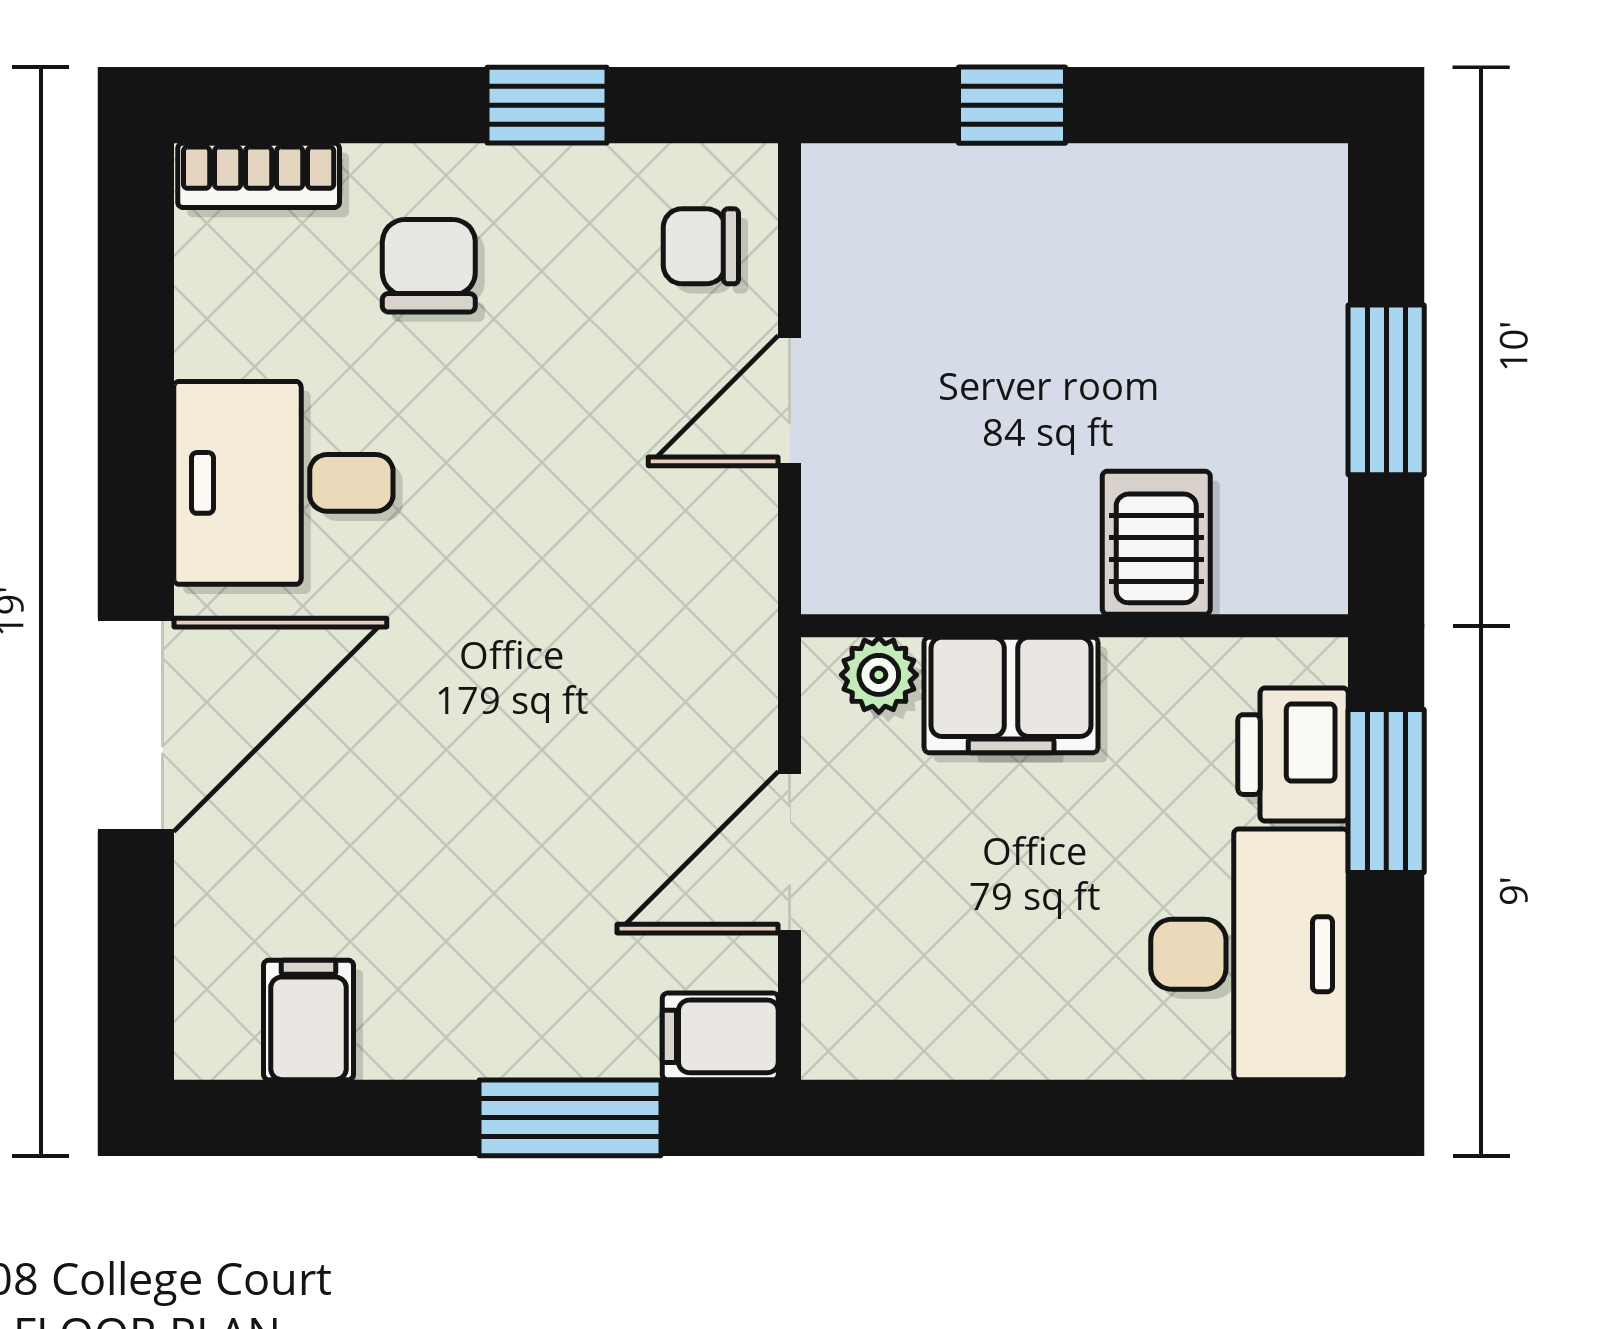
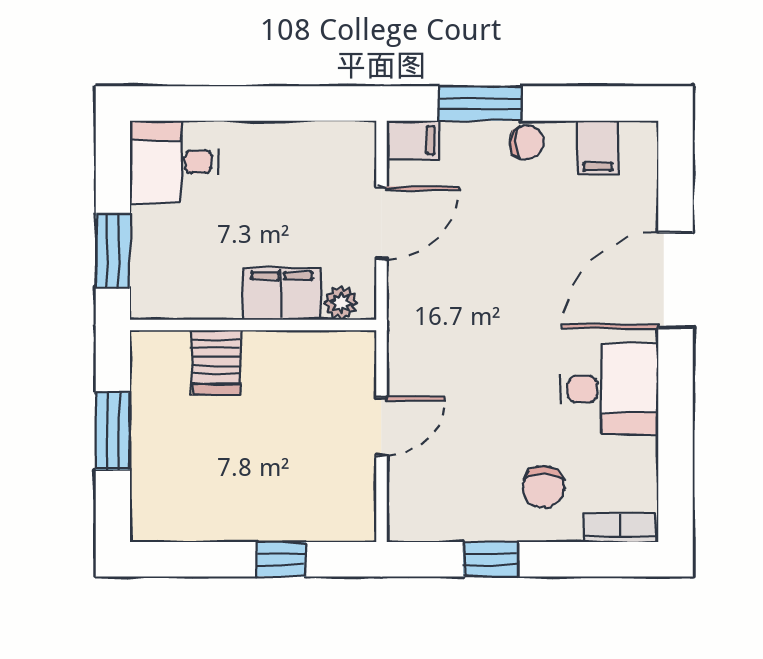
chair: (701, 246) -> (527, 142), moved
printer: (1293, 755) -> (155, 267), removed
desk: (1250, 954) -> (174, 162), width x0.73

